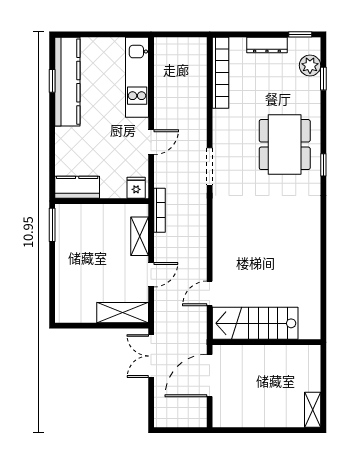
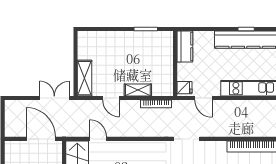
kitchen counter: (77, 187) -> (185, 46), moved
fridge: (136, 188) -> (184, 88), moved
wall: (102, 201) -> (175, 63), moved

